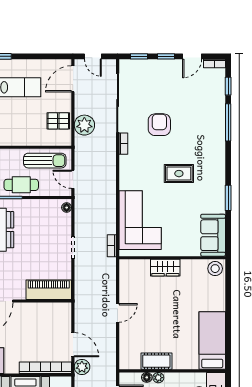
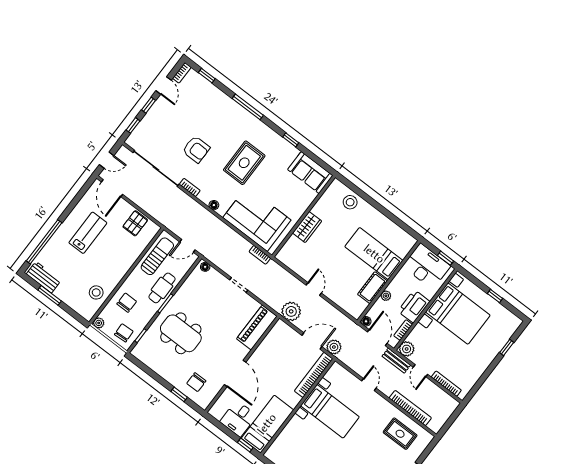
window: (228, 122) -> (248, 107), moved
plant: (84, 125) -> (291, 311), moved
armchair: (159, 125) -> (196, 149), turned 180
rug: (179, 174) -> (244, 163), width x1.36, depth x1.43
floor lamp: (124, 175) -> (214, 205), added
window: (228, 198) -> (291, 140), width x0.67
stool: (215, 269) -> (350, 202), moved
bed: (212, 341) -> (374, 254), moved
floor lamp: (147, 377) -> (366, 321), moved

